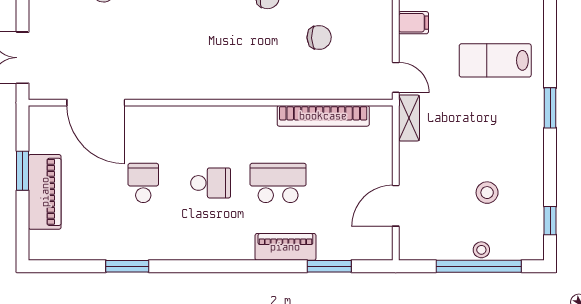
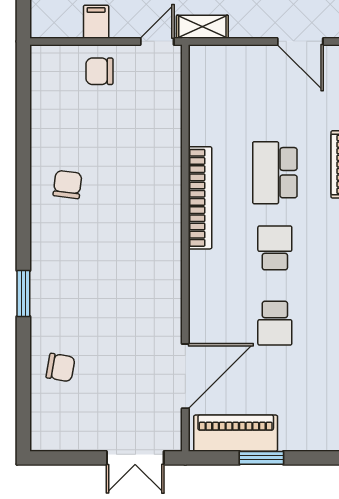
chair: (319, 38) -> (99, 71), moved, turned -88
bookcase: (323, 116) -> (200, 198), moved
school desk: (143, 183) -> (275, 323), turned -90
piano: (45, 192) -> (236, 433), moved

